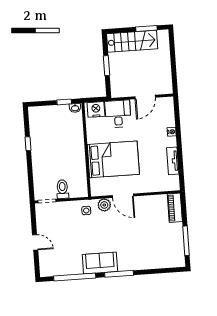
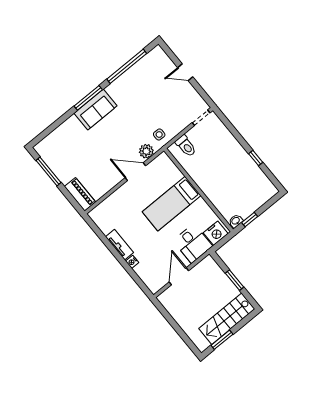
bed: (113, 159) -> (172, 204), width x0.67
tv unit: (173, 161) -> (119, 245), moved
toilet: (62, 189) -> (186, 146), moved
sofa: (100, 263) -> (95, 110), moved

